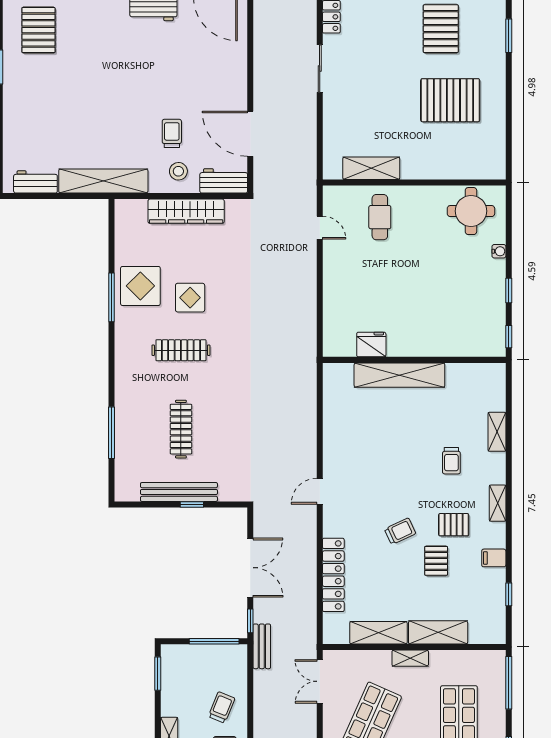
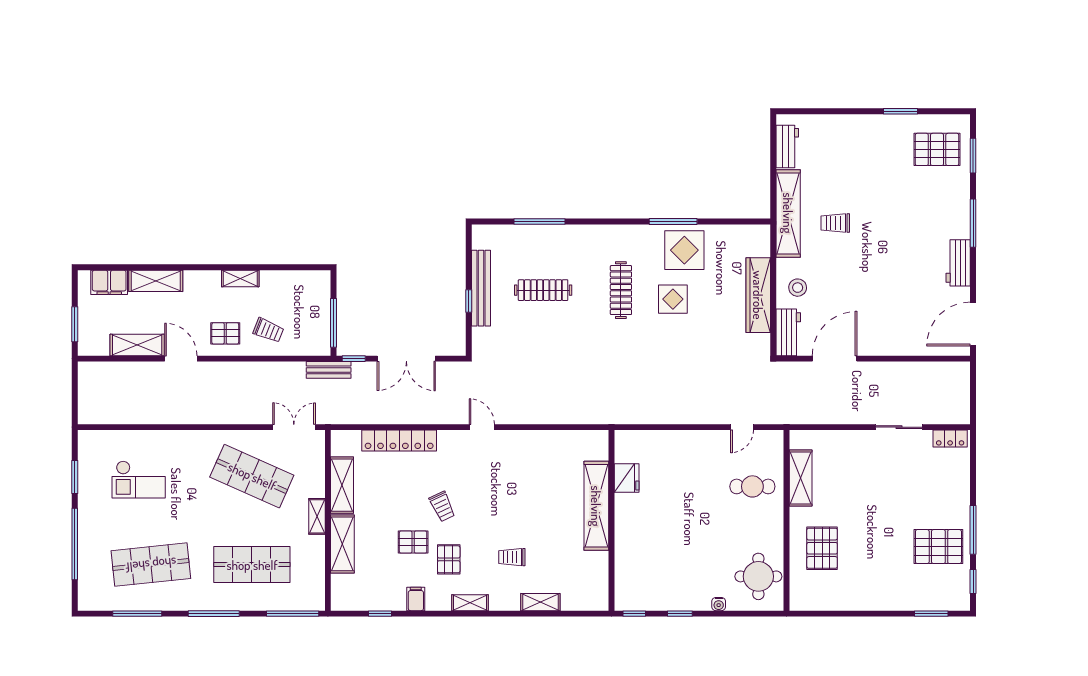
pallet: (450, 100) -> (822, 548), moved, width x0.73, depth x0.71
trolley: (172, 133) -> (835, 223), moved, turned 180
window: (158, 674) -> (302, 267), removed

